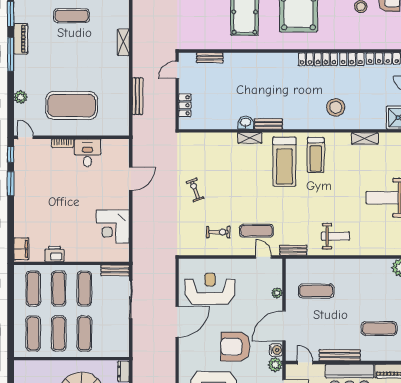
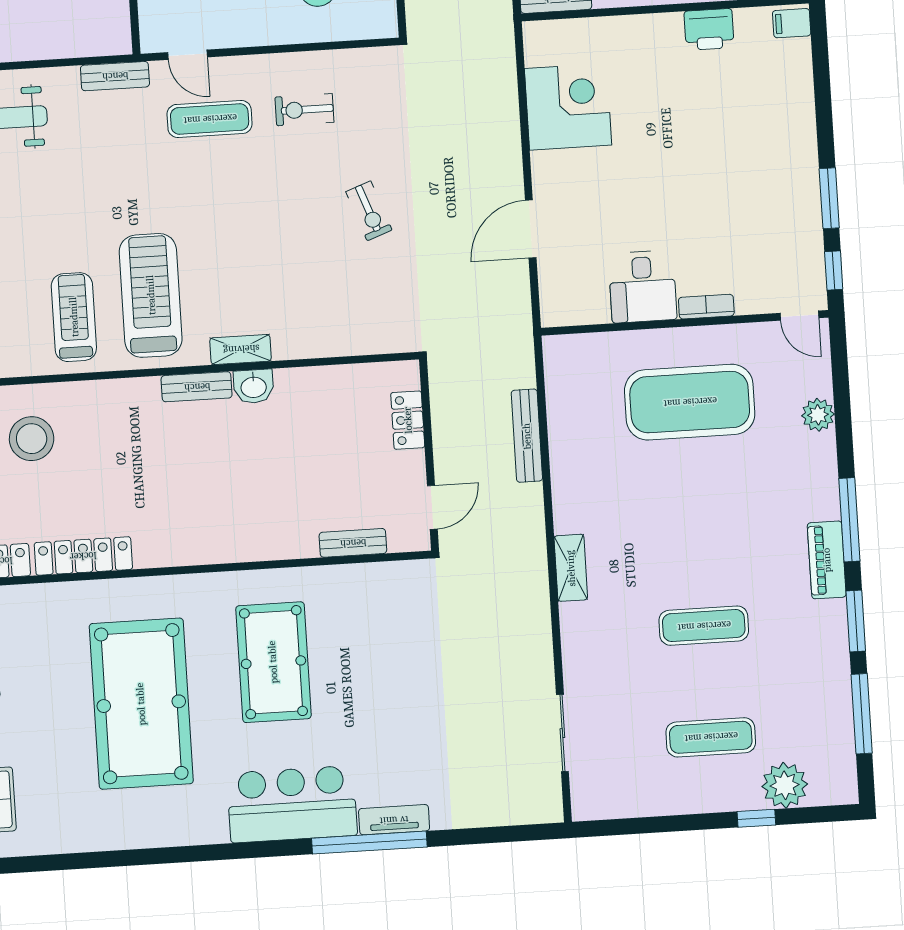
filing cabinet: (21, 249) -> (792, 23), width x0.50

